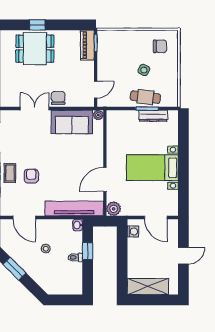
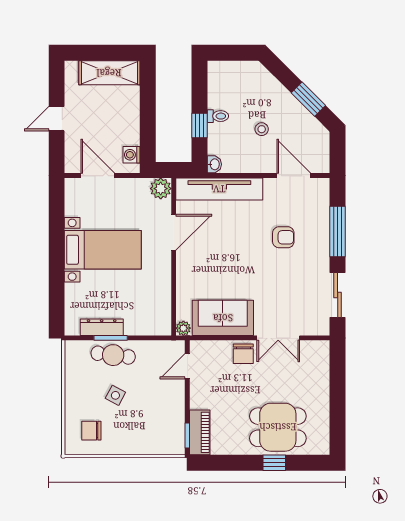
coffee table: (10, 173) -> (315, 242), removed
armchair: (31, 176) -> (283, 237), turned -90

